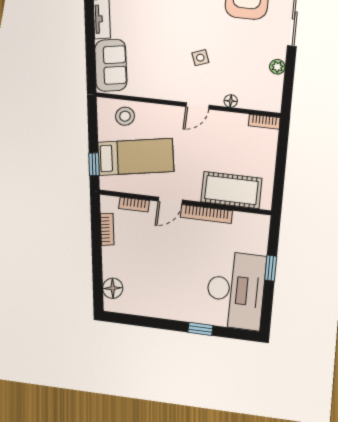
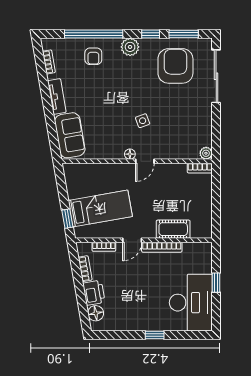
plant: (277, 67) -> (206, 153), moved
floor lamp: (231, 101) -> (130, 154), moved
stool: (125, 116) -> (87, 176), removed
cot: (231, 190) -> (173, 229), width x0.73, depth x0.75
printer: (114, 261) -> (94, 293), added
window: (200, 329) -> (155, 335), moved

